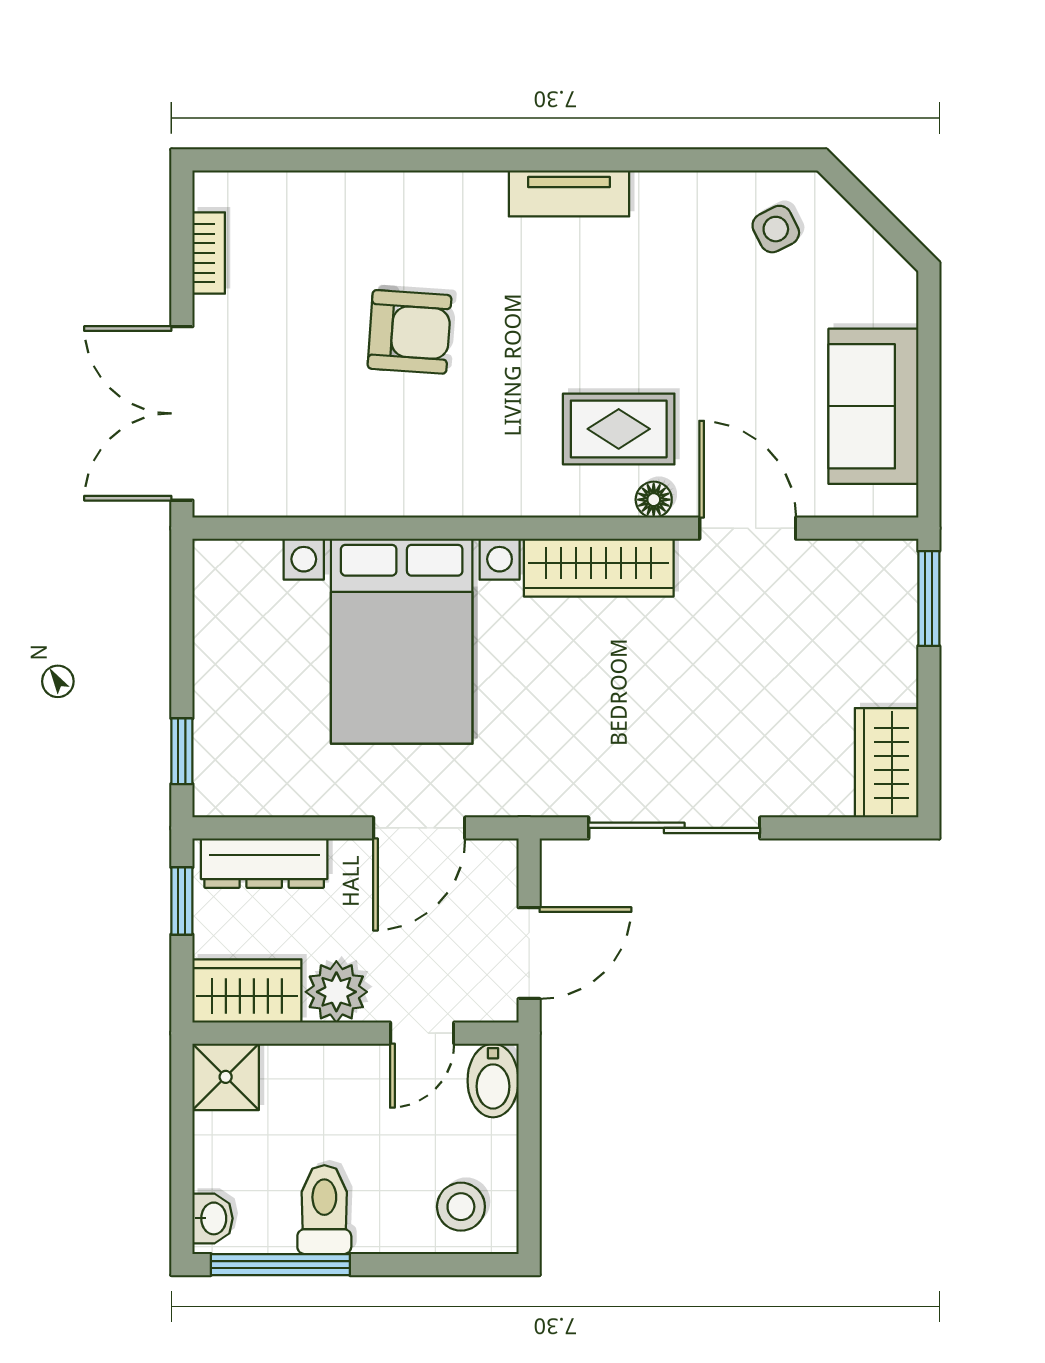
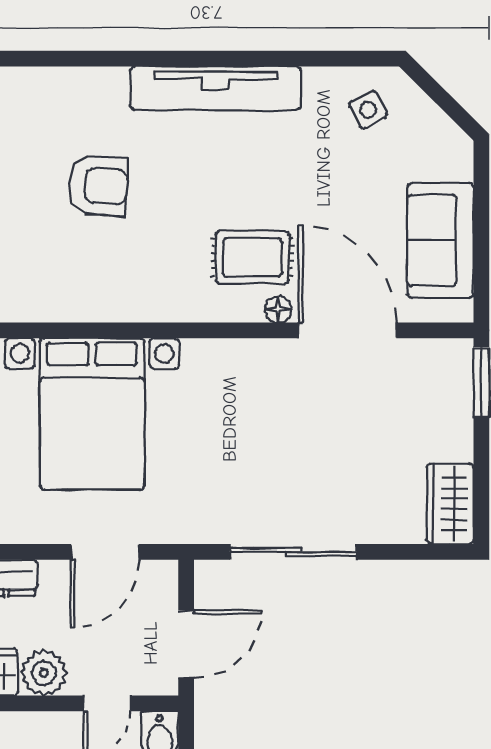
tv unit: (569, 193) -> (216, 88), width x1.92, depth x1.29
door: (748, 528) -> (348, 330), width x1.36
wardrobe: (599, 568) -> (238, 360), removed

